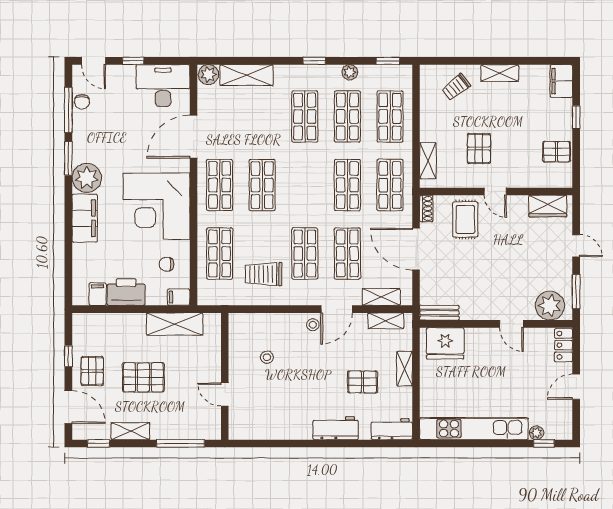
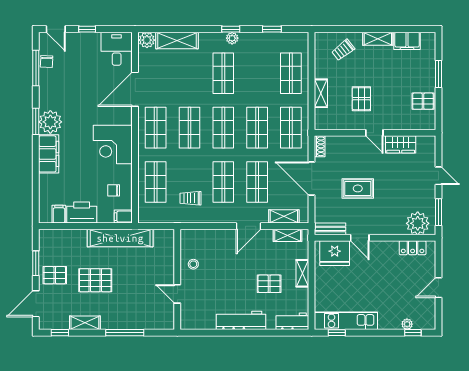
window: (388, 61) -> (272, 29), moved
plant: (350, 72) -> (232, 38), moved
filing cabinet: (561, 81) -> (407, 41), moved, turned -90
desk: (163, 86) -> (117, 49), width x0.73
shop shelf: (347, 116) -> (223, 128), moved
window: (576, 117) -> (438, 74), width x1.50
window: (68, 158) -> (36, 121), moved
shelving: (428, 161) -> (321, 93), moved
corner desk: (156, 206) -> (113, 144), width x0.74, depth x0.74
wardrobe: (548, 206) -> (401, 144), moved
rug: (465, 219) -> (358, 188), moved, turned 90
trolley: (264, 274) -> (191, 198), width x0.73, depth x0.72
shelving: (175, 324) -> (120, 238), width x1.47
door: (512, 324) -> (360, 238), moved
stool: (313, 325) -> (230, 238), removed
locker: (564, 345) -> (413, 248), moved, turned -90
window: (68, 356) -> (36, 263), width x1.50
pallet: (92, 371) -> (55, 275), turned 90
wall: (225, 376) -> (177, 279), moved
door: (225, 395) -> (177, 294), moved
door: (68, 407) -> (36, 304), swing flipped
workbench: (336, 428) -> (241, 320), width x1.38
kitchen unit: (474, 429) -> (346, 321), width x0.73
window: (448, 443) -> (337, 333), added

